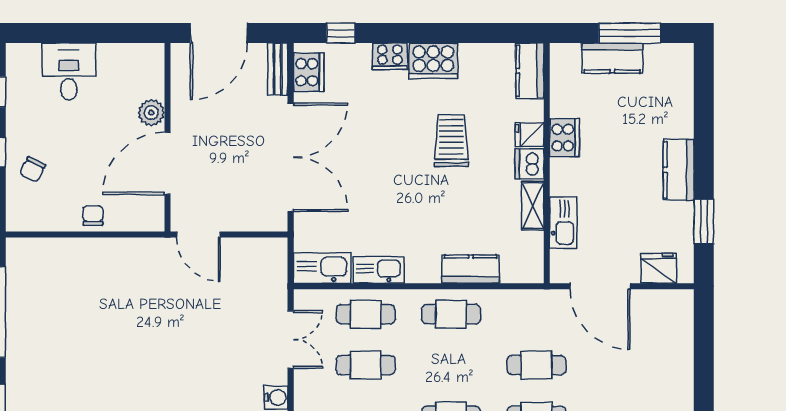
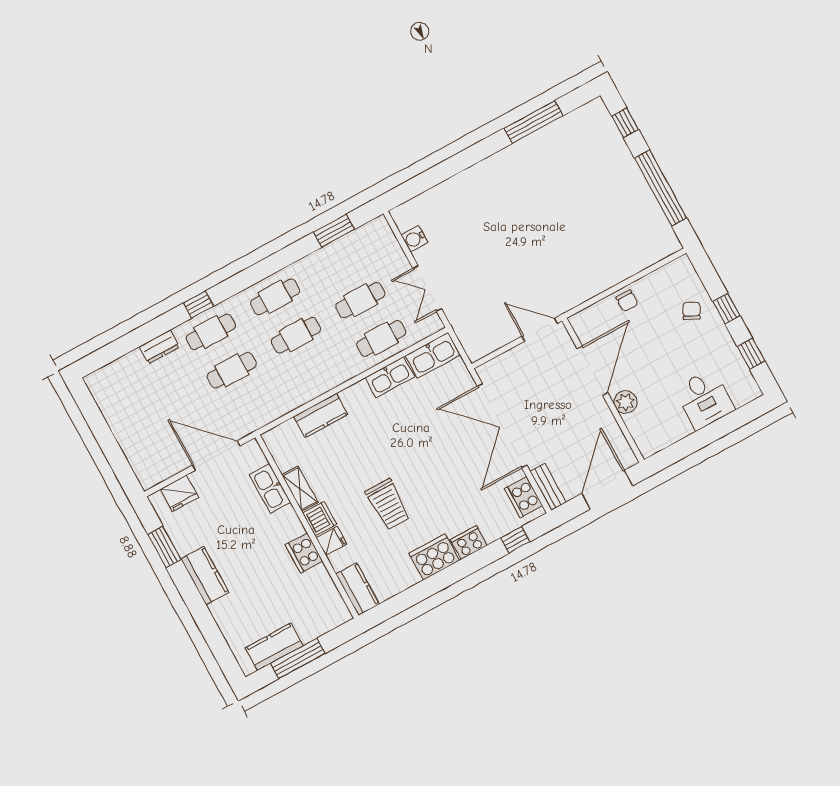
kitchen counter: (612, 58) -> (274, 647), moved
cafe table: (451, 314) -> (296, 335), moved

